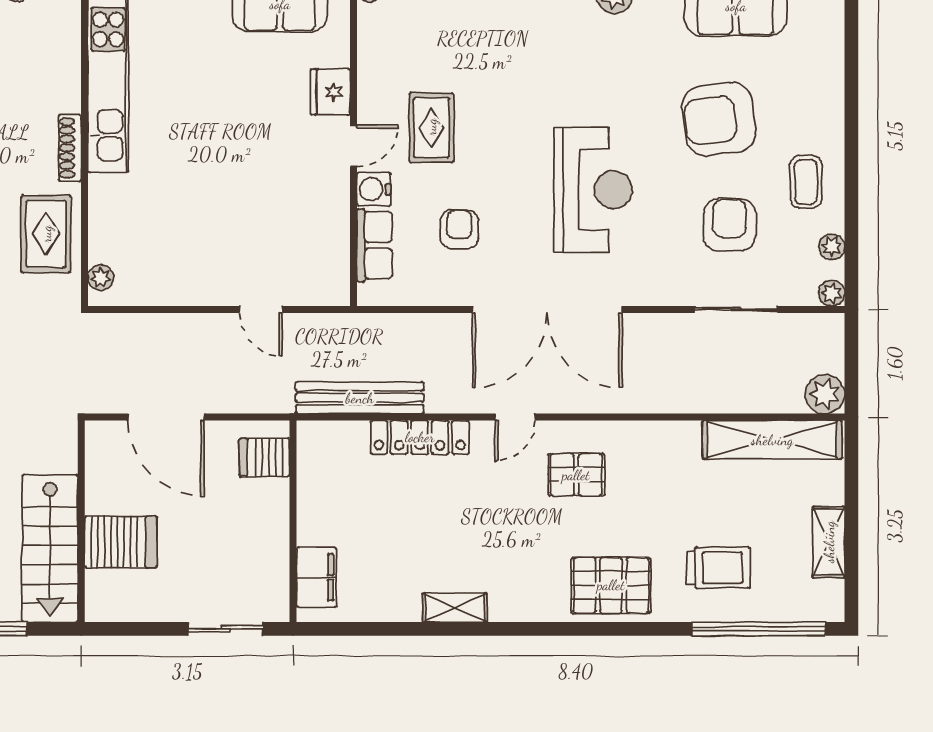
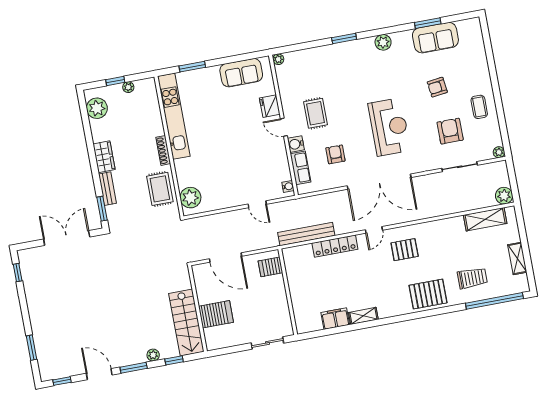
armchair: (719, 119) -> (437, 87), width x0.53, depth x0.53
door: (354, 146) -> (284, 127), swing flipped
plant: (832, 247) -> (495, 132), removed
plant: (101, 278) -> (190, 198), width x1.88, depth x1.88
water cooler: (338, 282) -> (288, 186), added
shelving: (772, 440) -> (485, 219), width x0.68
filing cabinet: (316, 577) -> (335, 319), moved, turned -90

